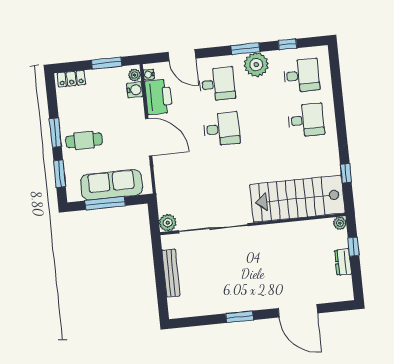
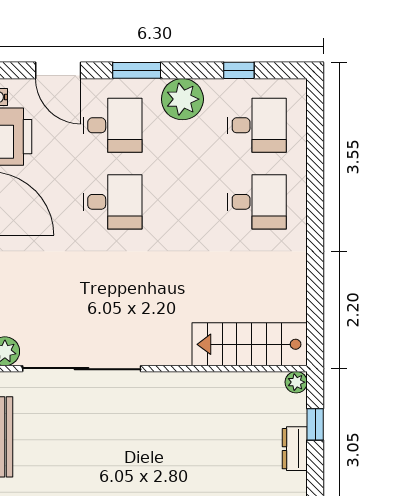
window: (245, 49) -> (137, 70), moved
window: (346, 173) -> (315, 299), removed
stairs: (297, 199) -> (250, 344), width x0.73, depth x0.66

